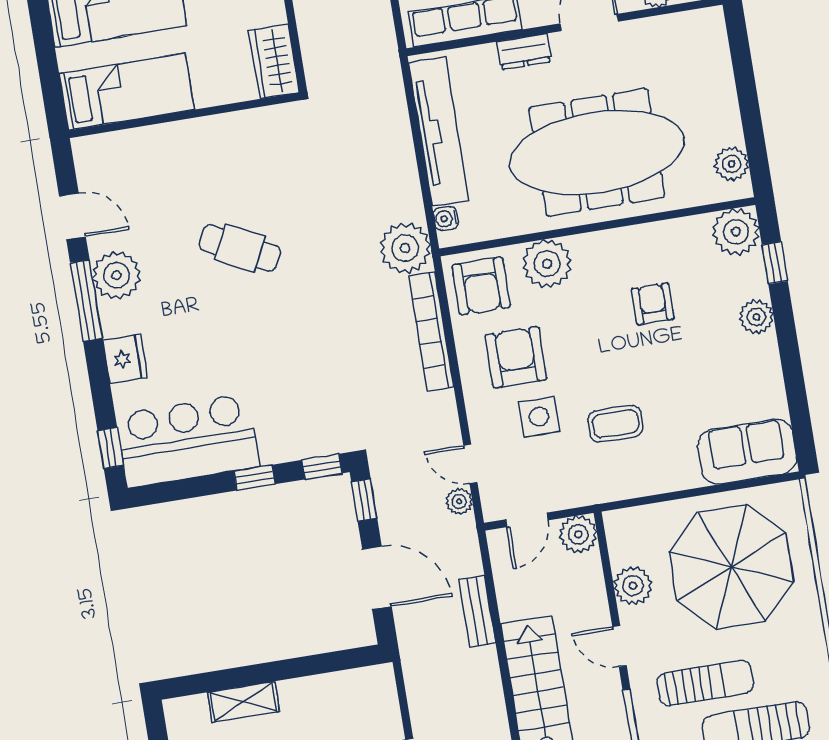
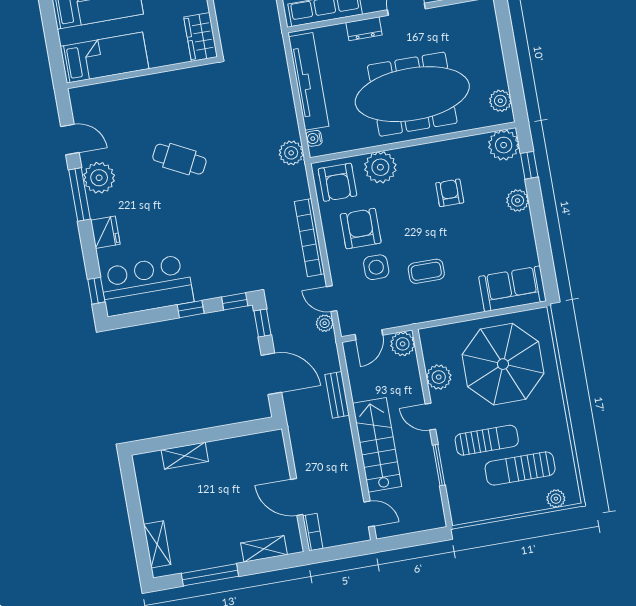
plant: (405, 248) -> (291, 153), width x0.73, depth x0.73
bookcase: (431, 332) -> (310, 238), moved

